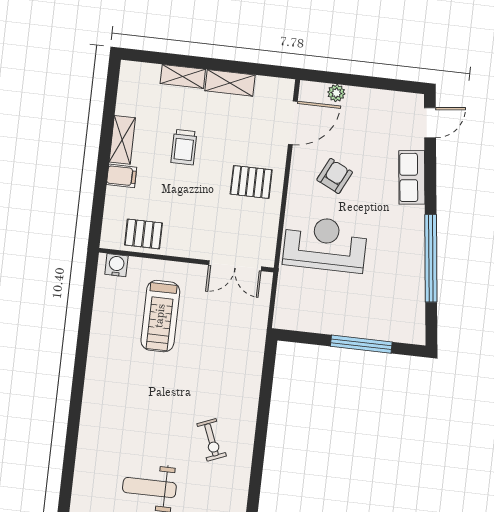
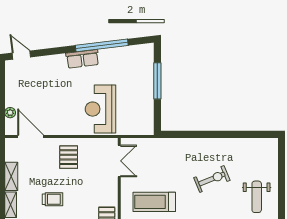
armchair: (335, 176) -> (59, 108), removed
row of seats: (412, 177) -> (82, 59), moved
treadmill: (160, 316) -> (154, 202), turned 180
exercise bike: (212, 440) -> (212, 179), moved, width x1.38, depth x1.39

